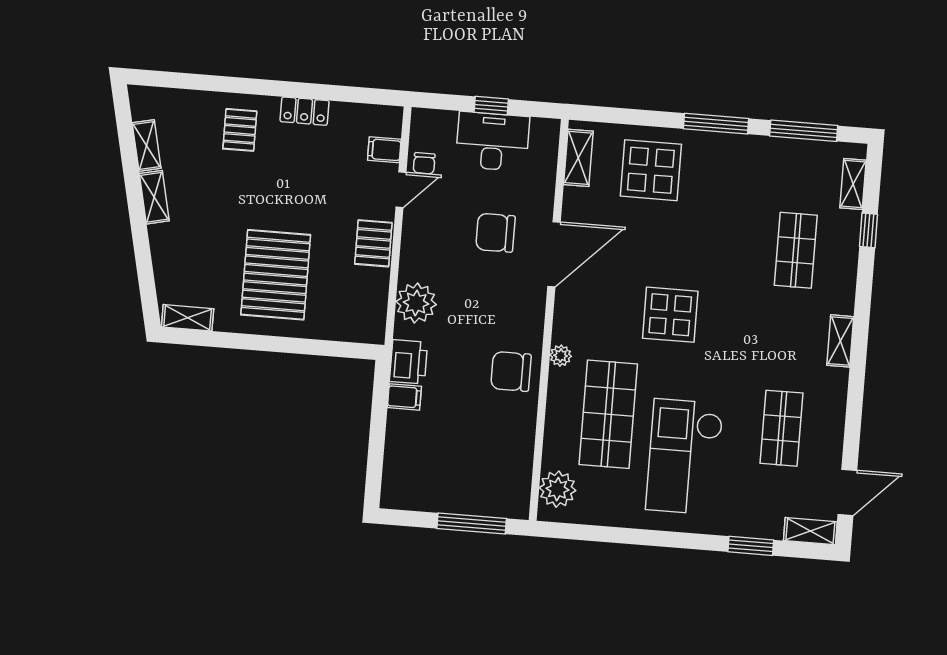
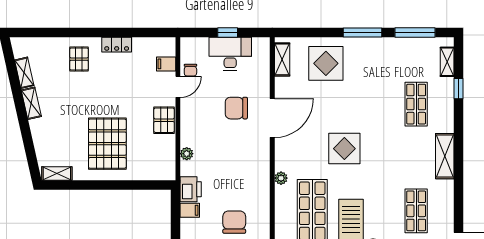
plant: (416, 303) -> (187, 154), width x0.53, depth x0.53
shelving: (840, 341) -> (445, 156), width x1.50, depth x1.33
chair: (511, 371) -> (234, 222), moved, turned 90

